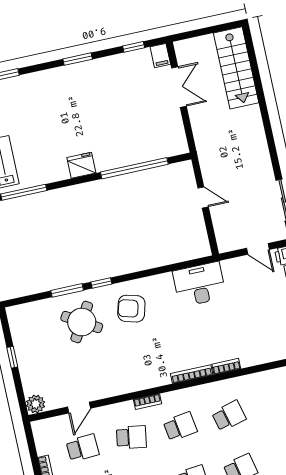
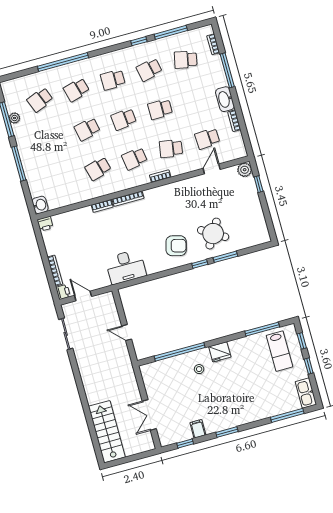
filing cabinet: (160, 56) -> (198, 429), moved
stool: (110, 144) -> (199, 369), added
window: (12, 357) -> (259, 184), moved

